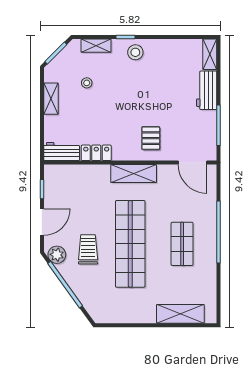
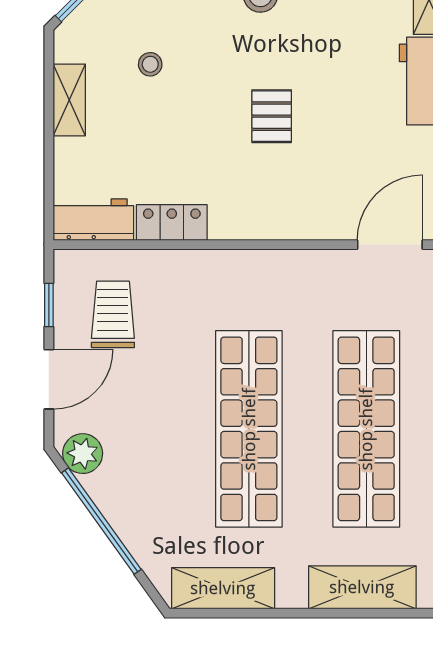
pallet: (151, 138) -> (272, 116), moved
door: (193, 163) -> (390, 245), swing flipped
shelving: (134, 174) -> (223, 588), moved
shop shelf: (182, 244) -> (366, 429), width x2.00, depth x1.36
trolley: (88, 249) -> (113, 314), moved

